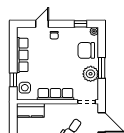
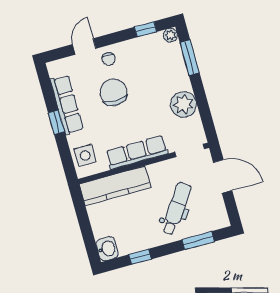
chair: (86, 50) -> (113, 92), moved, turned 90
window: (102, 68) -> (190, 58), moved
window: (13, 80) -> (56, 122), moved
kitchen counter: (30, 110) -> (115, 186), width x1.50

